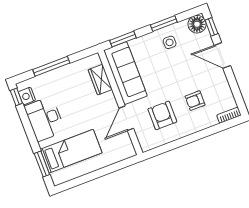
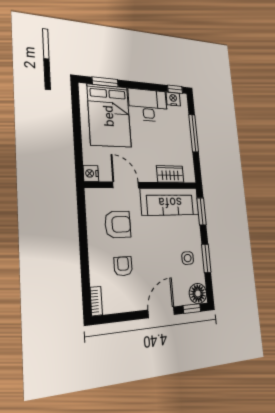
bed: (71, 151) -> (109, 116), width x1.50
nightstand: (128, 151) -> (91, 173), added

